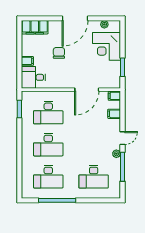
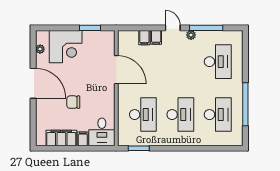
filing cabinet: (35, 27) -> (61, 138), moved, turned -90
filing cabinet: (114, 96) -> (156, 37), moved

